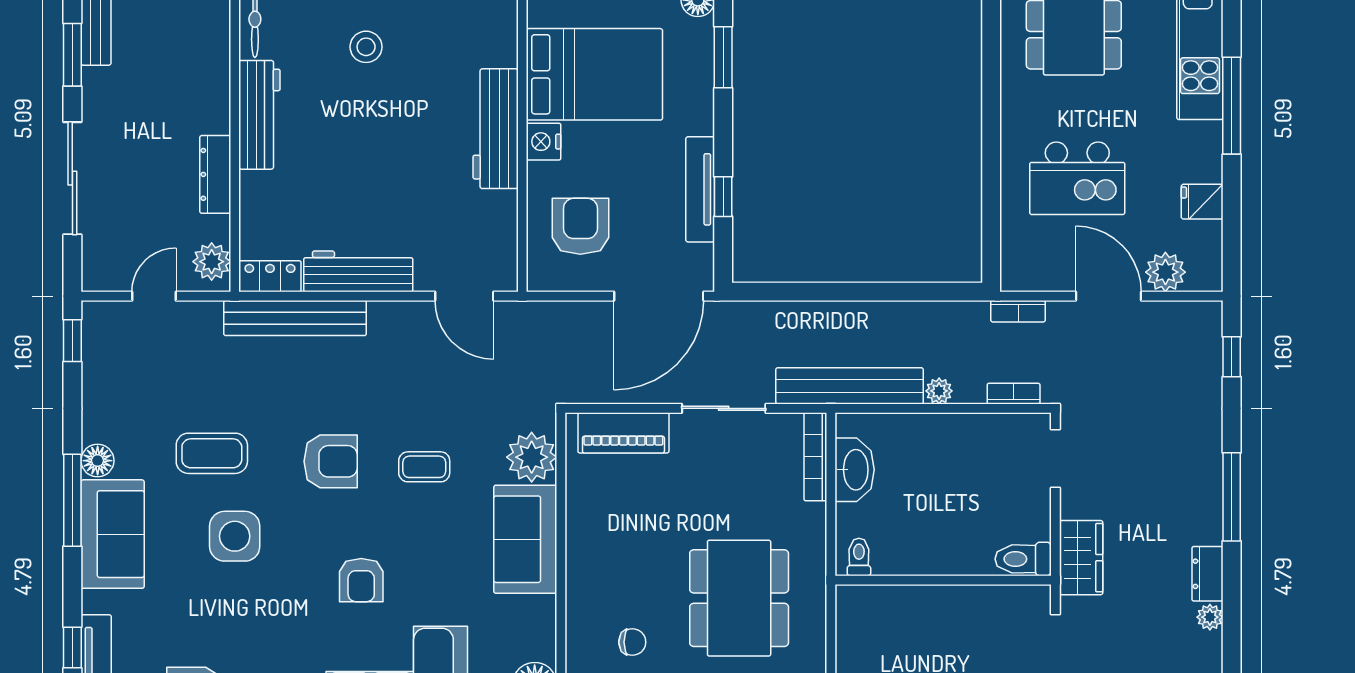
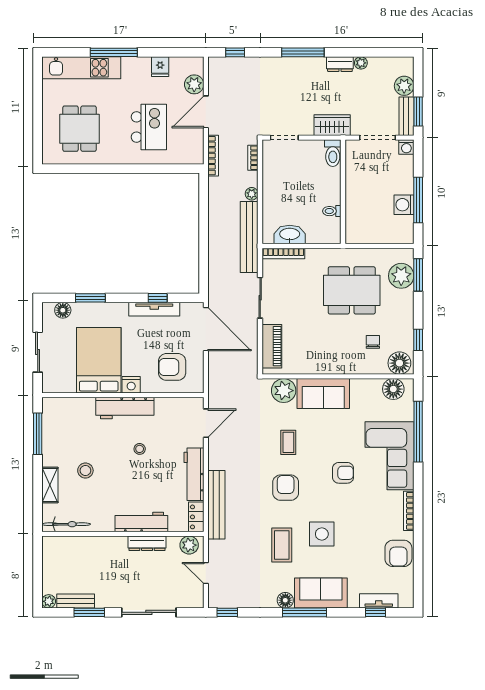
workbench: (259, 115) -> (141, 522), moved
stool: (411, 159) -> (140, 449), added
bookcase: (1018, 311) -> (213, 156), width x1.56
toilet: (859, 557) -> (332, 211), moved

